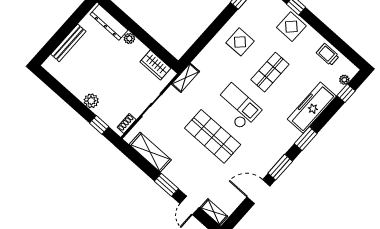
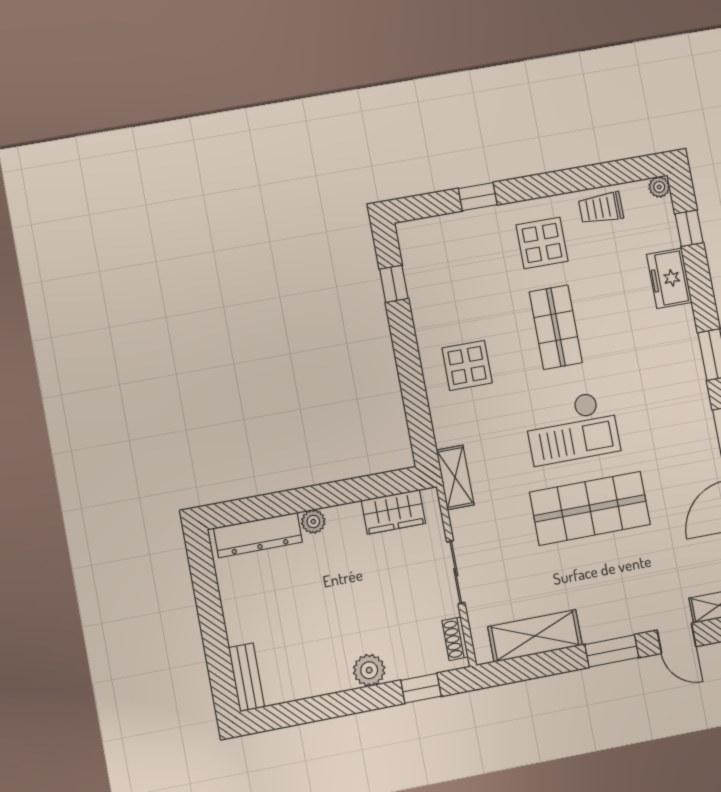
display table: (291, 27) -> (542, 243), moved
display table: (240, 42) -> (467, 365), moved
bench: (68, 43) -> (247, 677), moved, width x0.73
plant: (344, 80) -> (659, 187), moved
checkout: (237, 107) -> (572, 428), turned 180
freezer: (312, 108) -> (669, 278), width x0.52, depth x0.79

